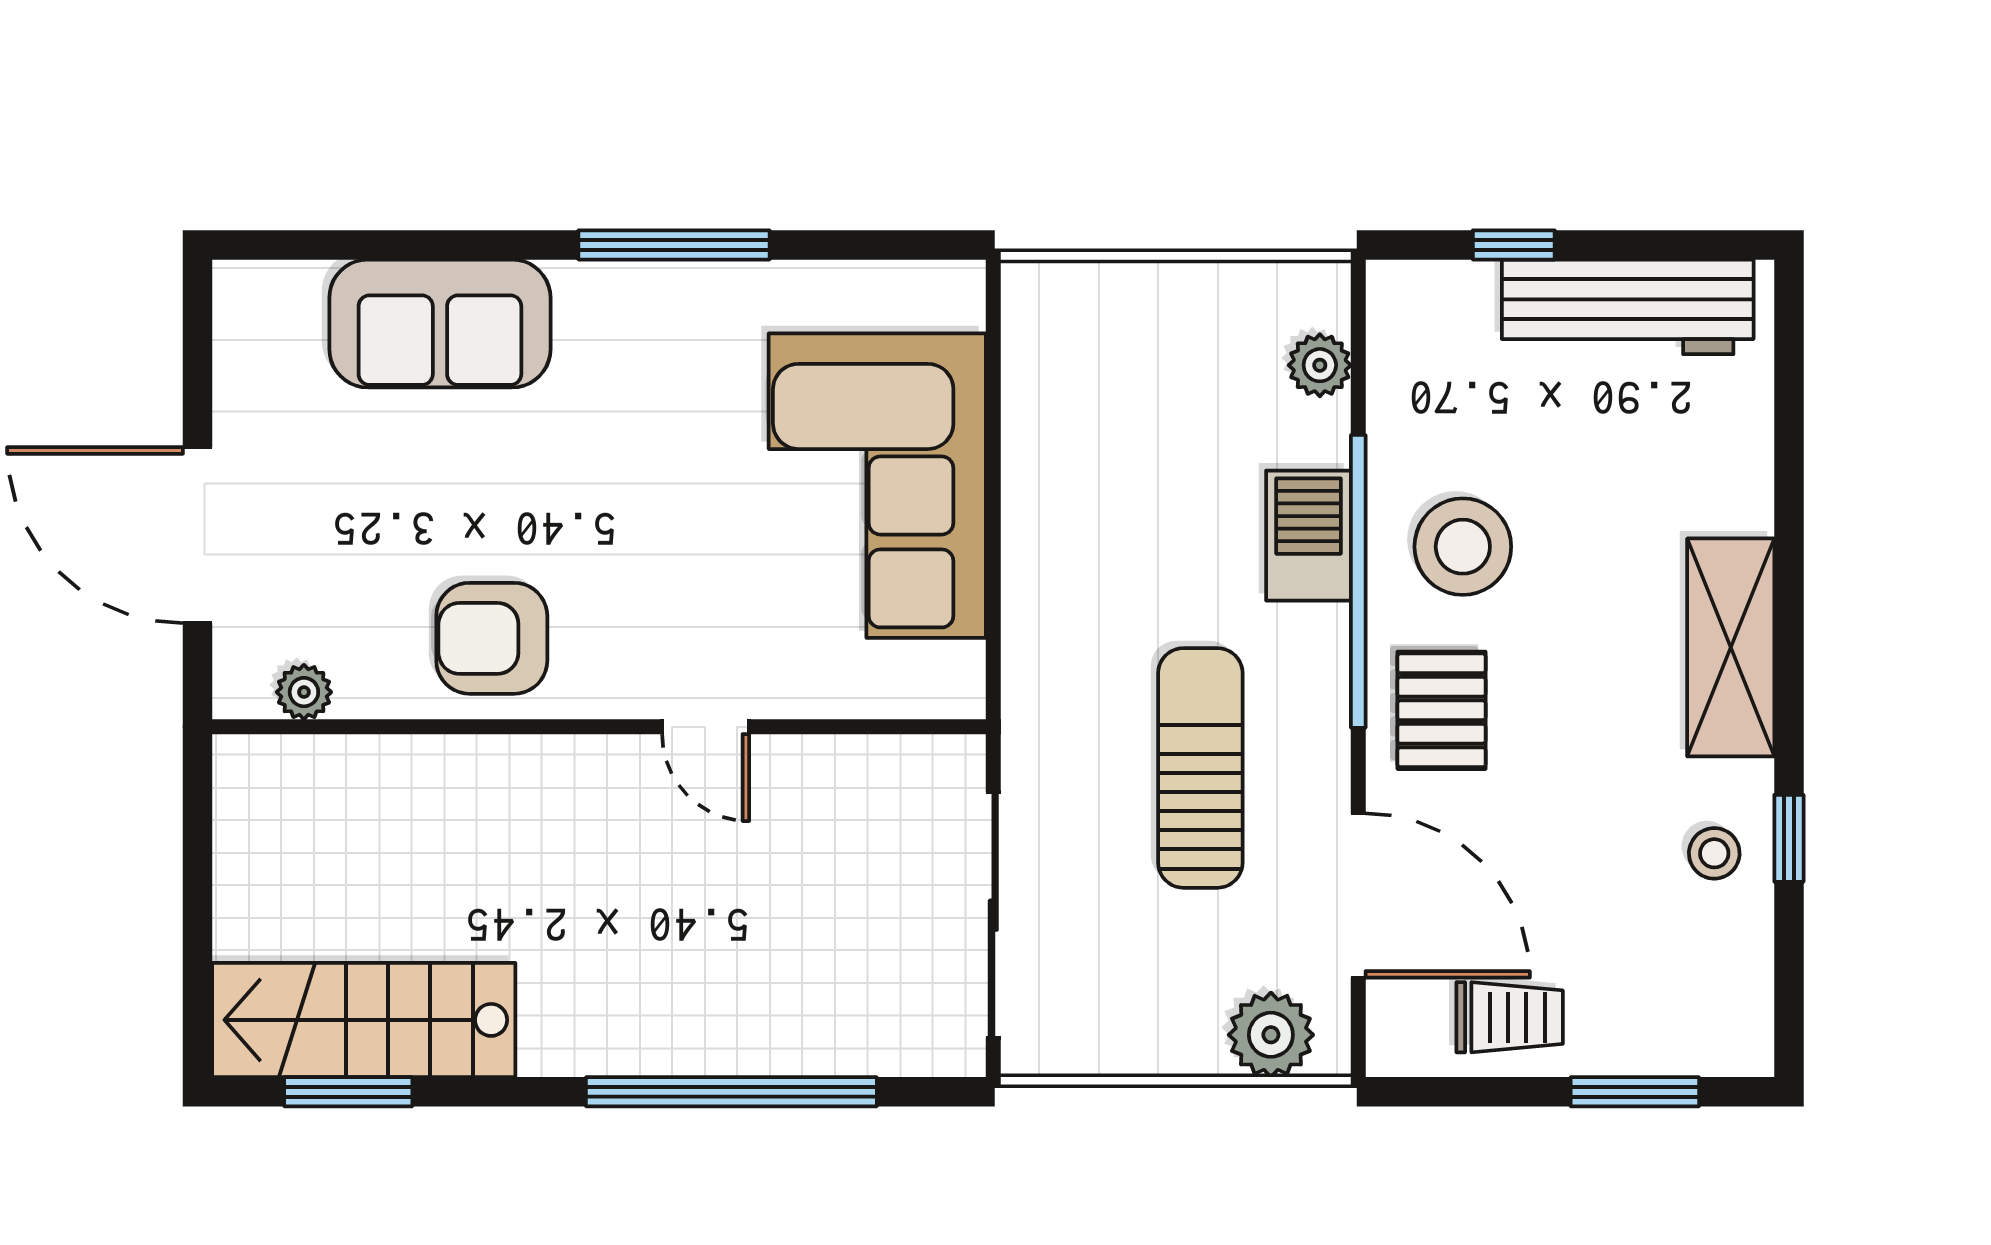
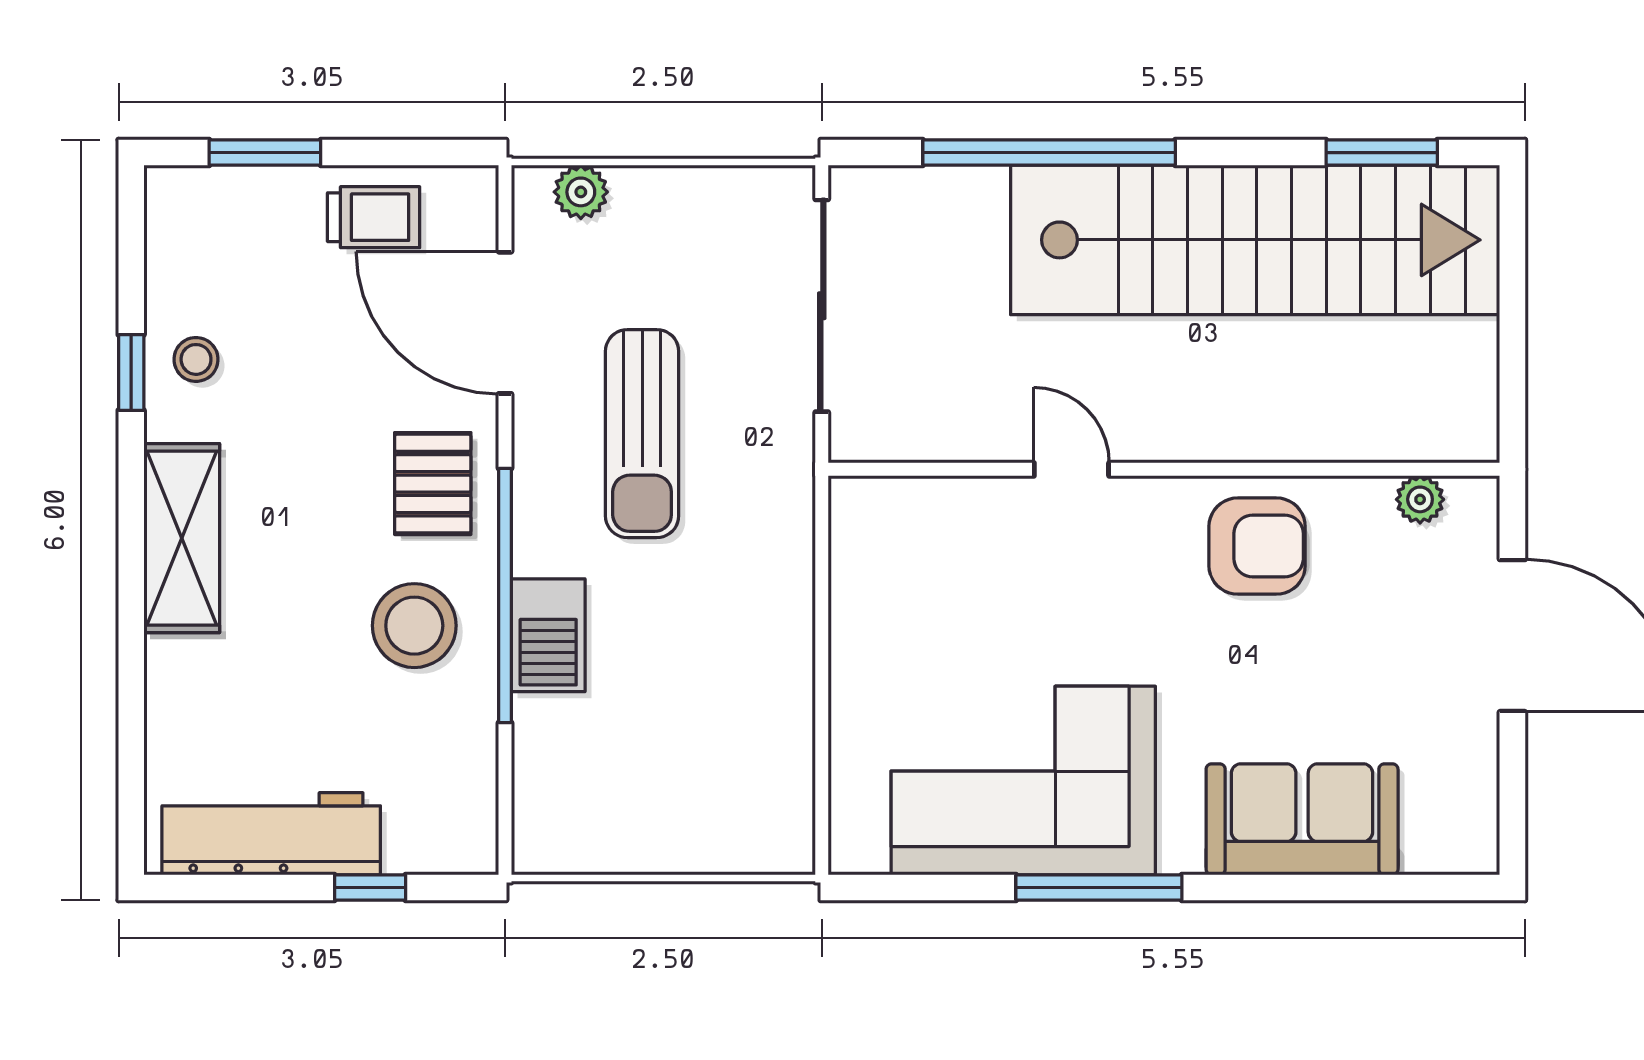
plant: (1320, 365) -> (538, 783), removed
corner sofa: (877, 486) -> (1023, 780), moved, turned -90
trolley: (1510, 1017) -> (374, 217), turned 180
stairs: (364, 1020) -> (1255, 240), width x1.86, depth x1.51
plant: (1271, 1035) -> (581, 192), width x0.73, depth x0.73

